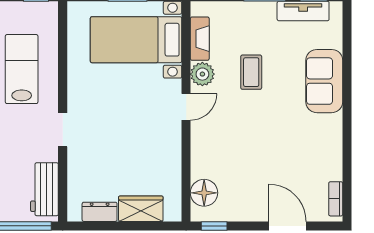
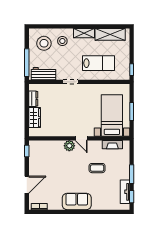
plant: (202, 74) -> (69, 146), moved
sofa: (324, 81) -> (77, 201), moved
floor lamp: (204, 193) -> (42, 146), removed

